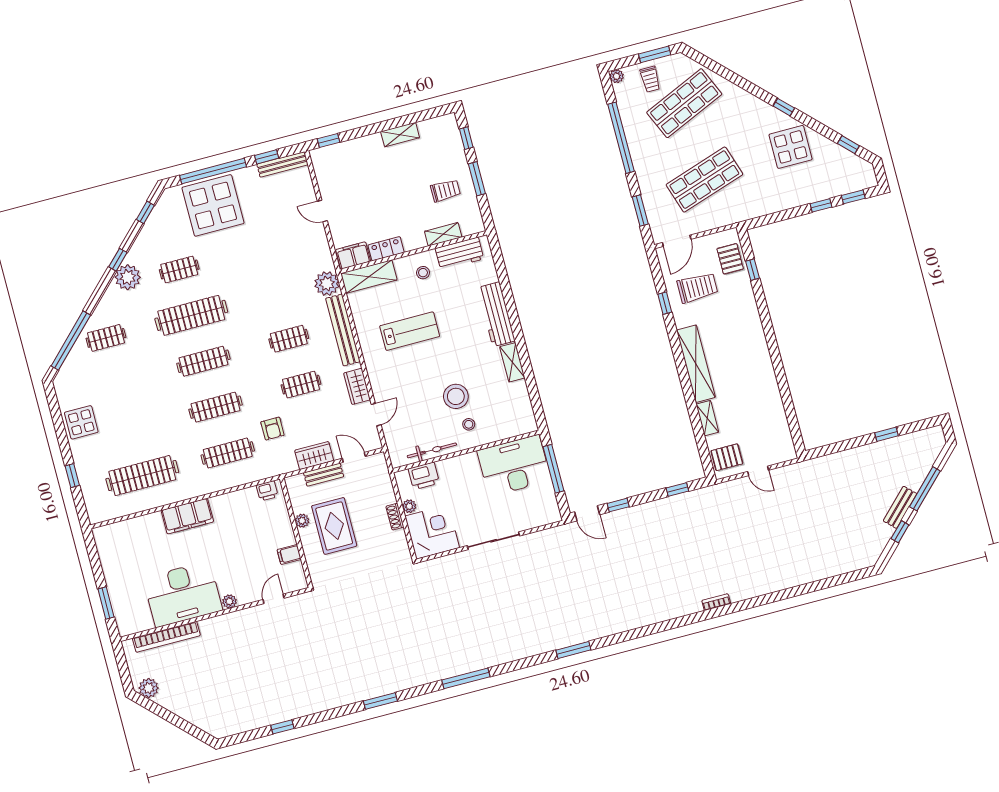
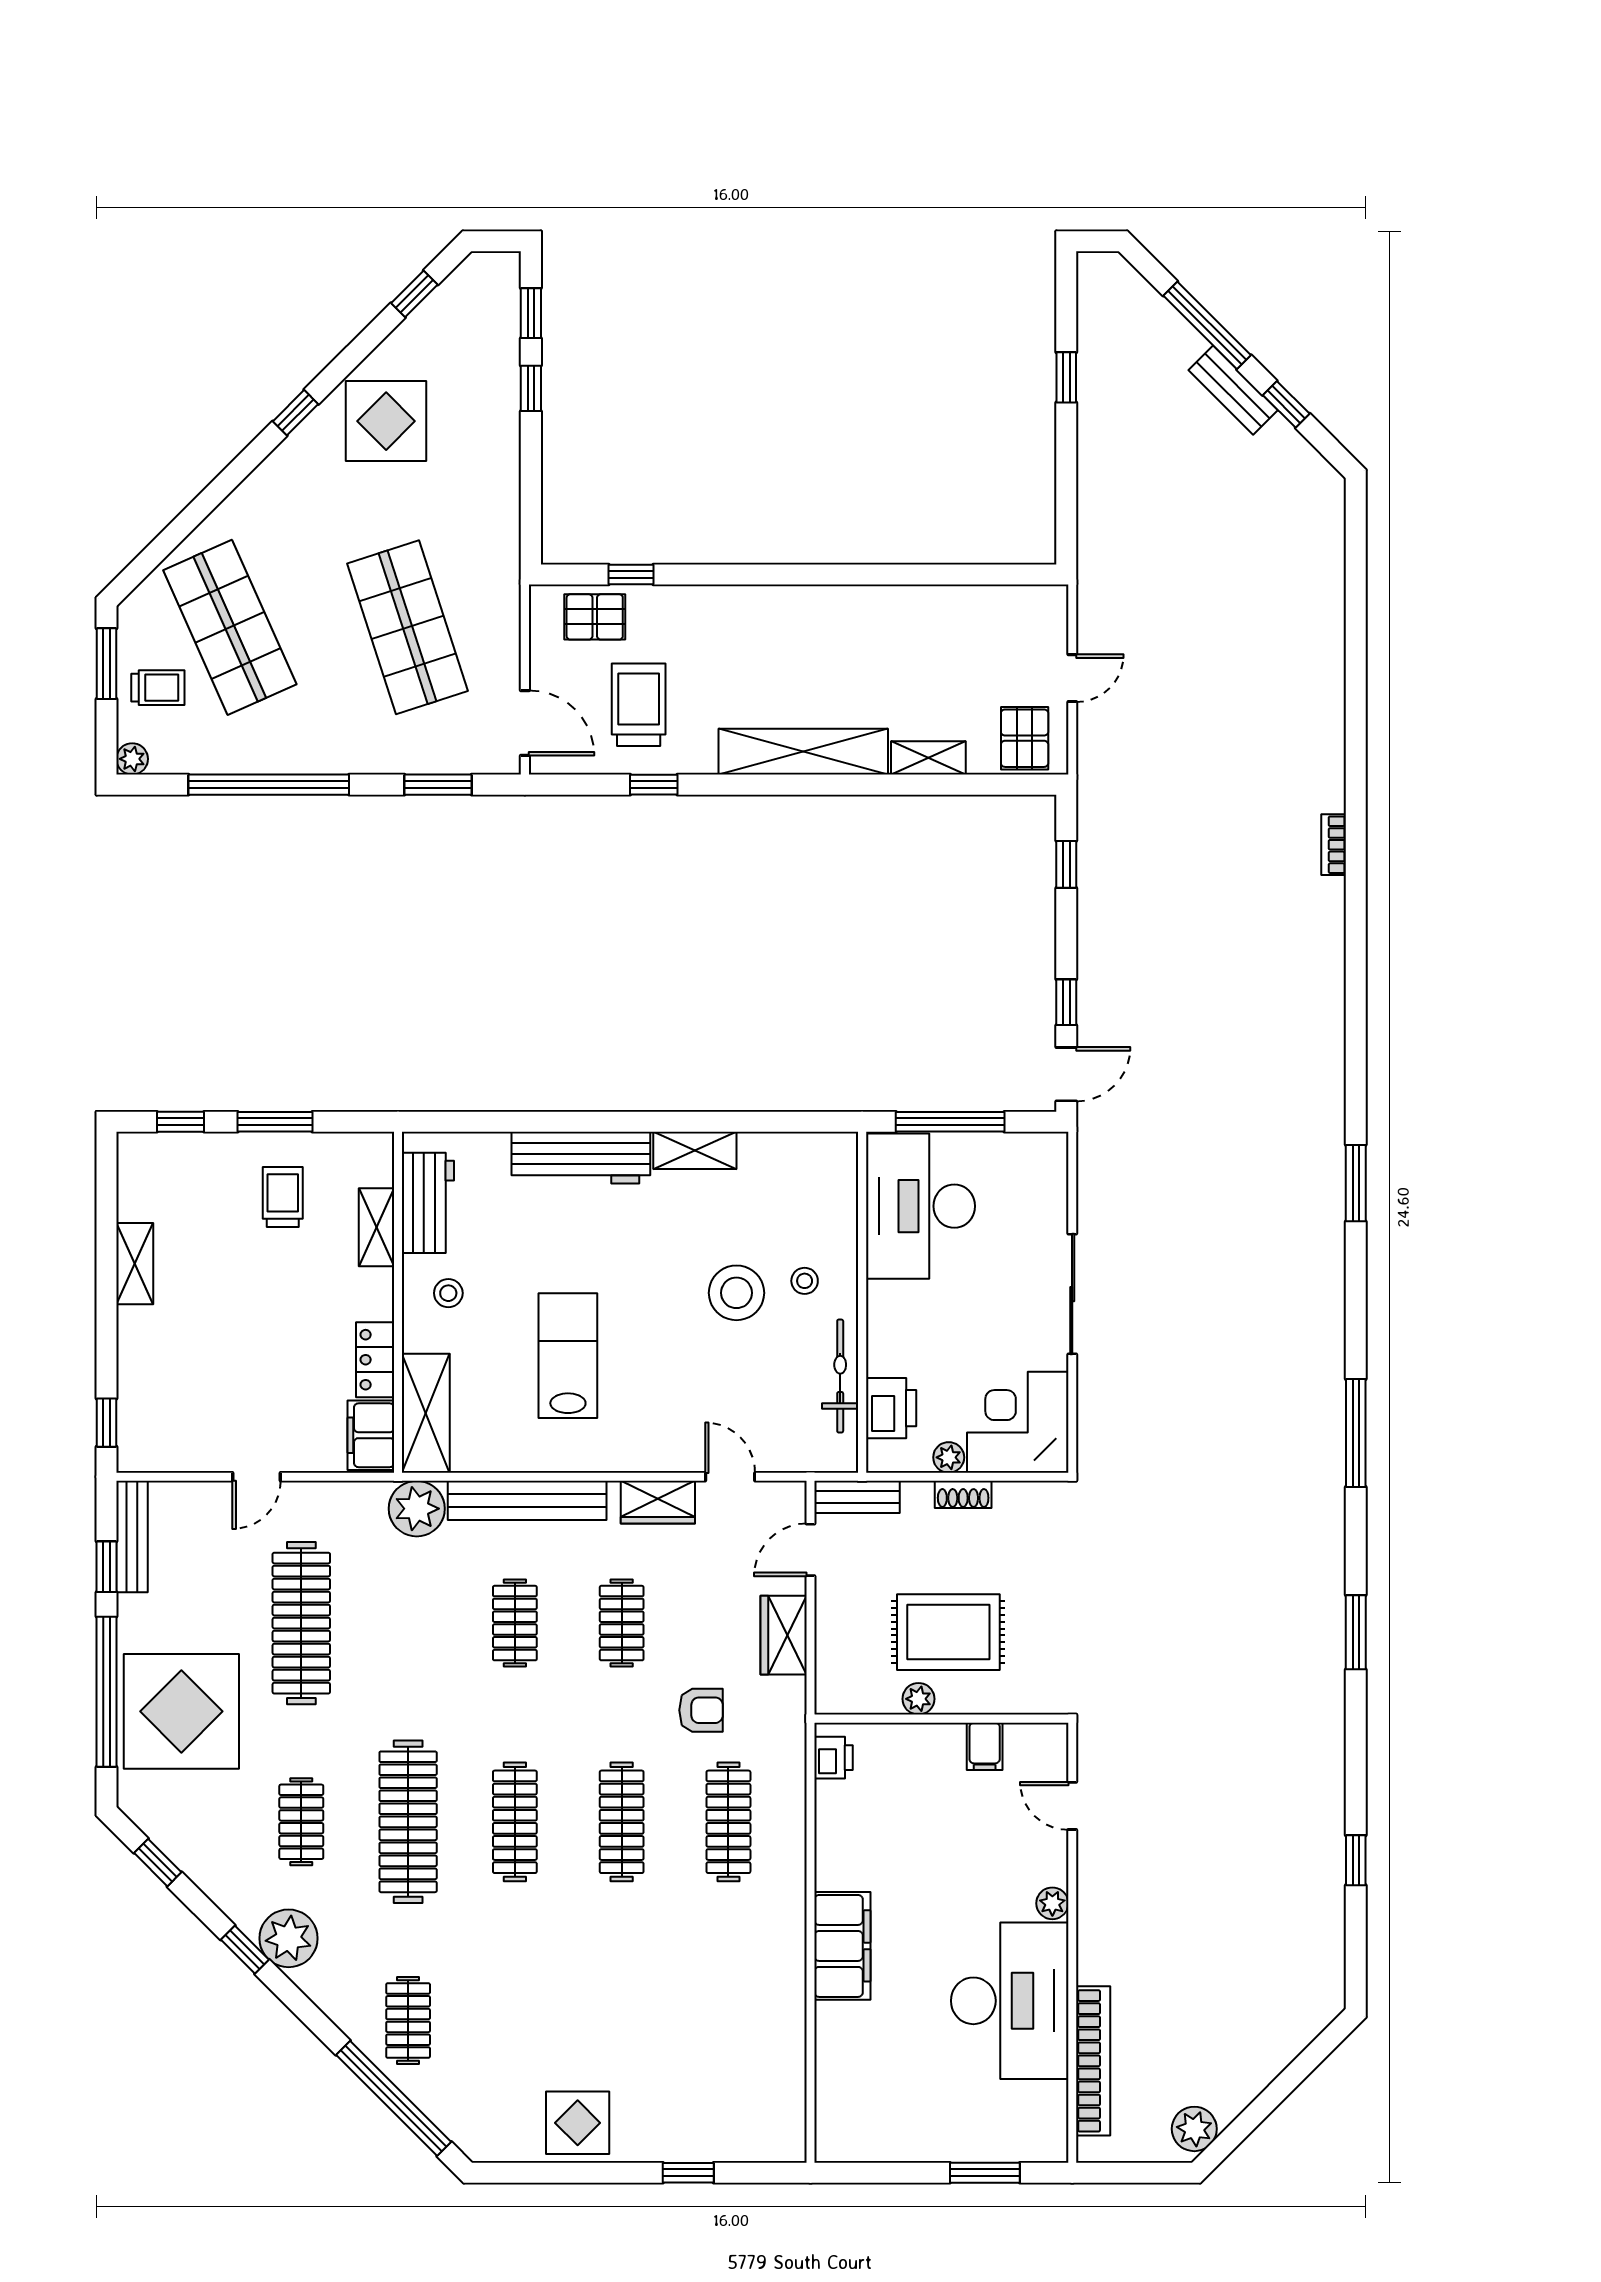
bench: (324, 475) -> (857, 1497), moved, turned 90
clothes rail: (142, 476) -> (301, 1623), moved

